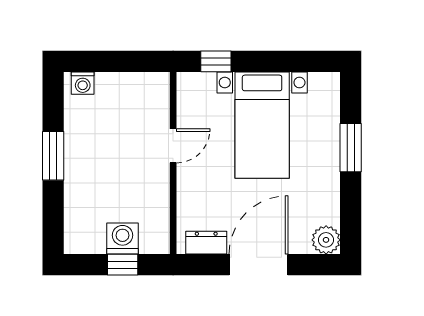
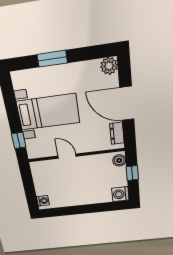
window: (53, 156) -> (81, 210), removed
washing machine: (122, 238) -> (120, 194), moved
boiler: (152, 242) -> (119, 160), added

